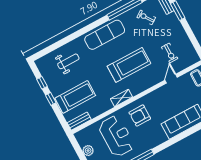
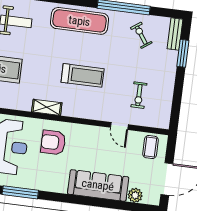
treadmill: (129, 65) -> (83, 75), width x0.73, depth x0.73
door: (171, 79) -> (119, 126), swing flipped

